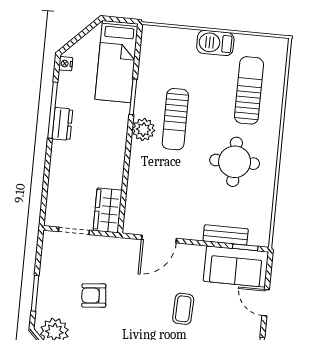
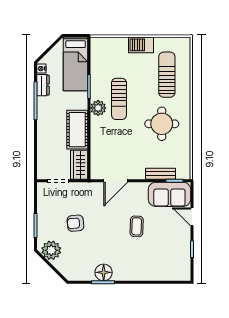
dresser: (62, 124) -> (43, 85), moved
cot: (110, 158) -> (77, 130), added

